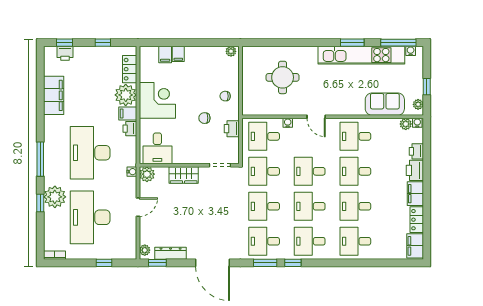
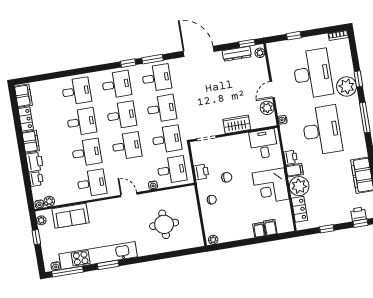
plant: (147, 174) -> (267, 108), moved

